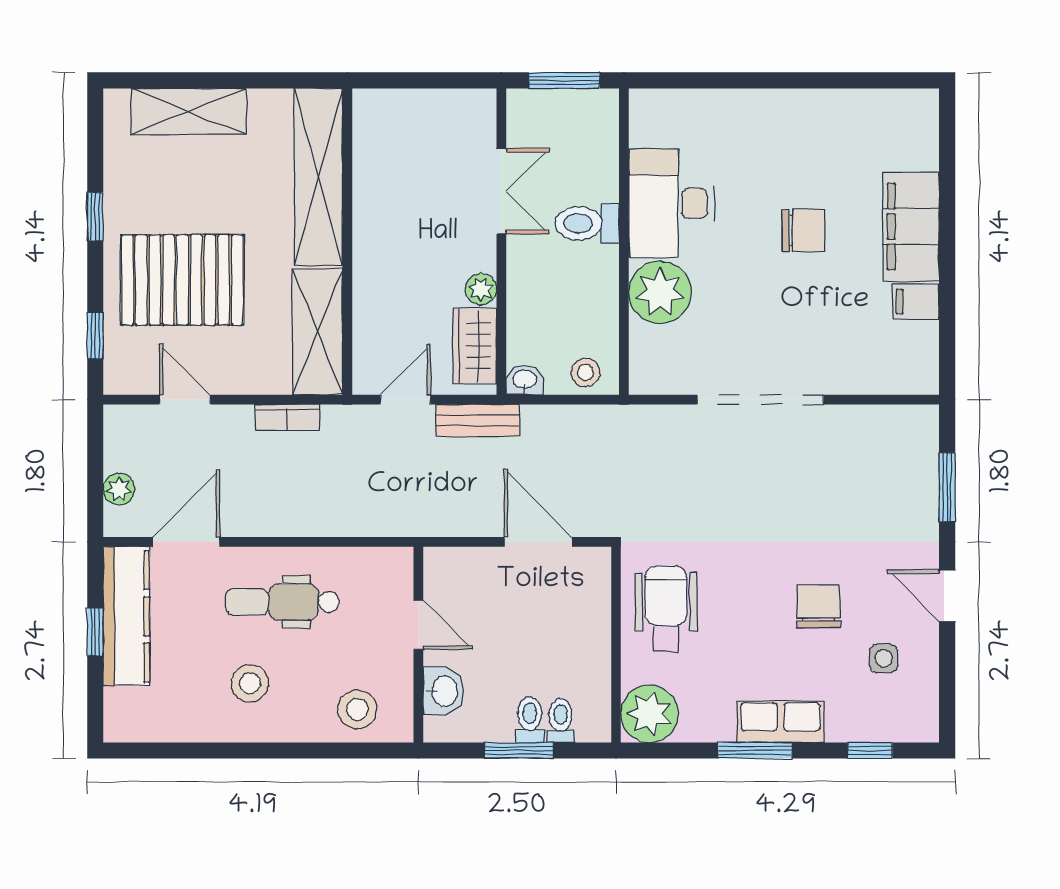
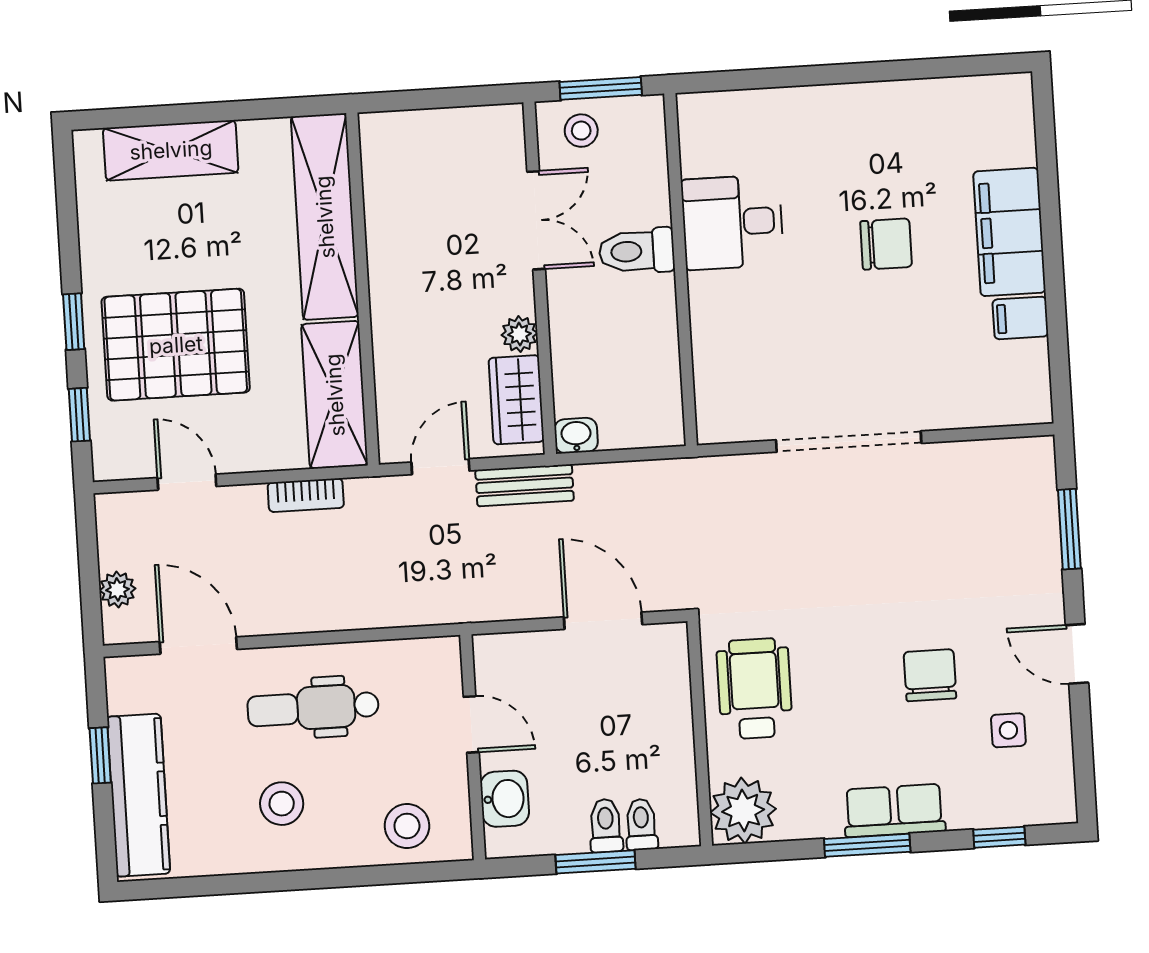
desk: (671, 203) -> (732, 222), width x0.73
window: (95, 217) -> (74, 322), moved
plant: (660, 292) -> (726, 325), removed
stool: (585, 372) -> (581, 131), moved
door: (186, 542) -> (198, 645), hinge flipped
kitchen counter: (126, 616) -> (139, 795), moved

